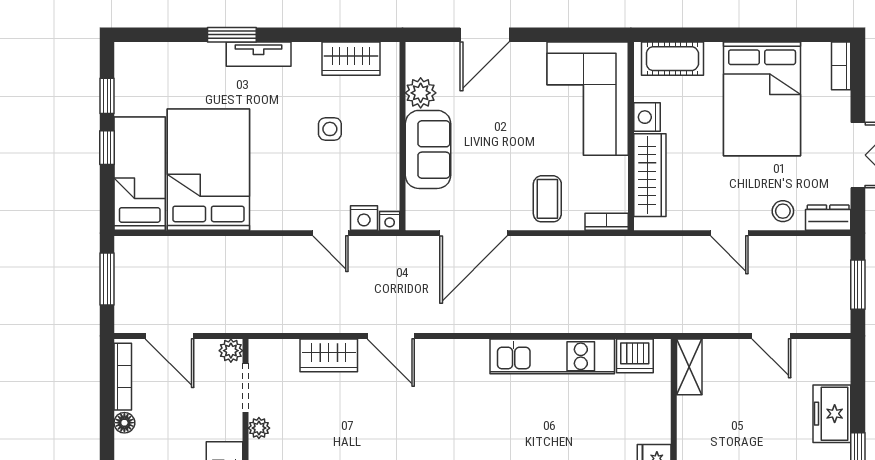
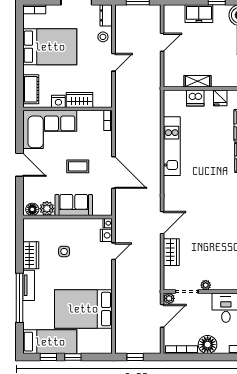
window: (232, 35) -> (19, 298), width x2.11
door: (485, 35) -> (19, 165), moved
wardrobe: (351, 59) -> (31, 255), moved
floor lamp: (419, 62) -> (32, 209), added
bed: (140, 174) -> (50, 342), moved, turned 180
wardrobe: (650, 175) -> (79, 100), width x0.67
coffee table: (547, 199) -> (78, 166), moved
door: (474, 233) -> (113, 172), moved
window: (107, 279) -> (135, 357), width x0.67
door: (170, 336) -> (162, 316), moved
dishwasher: (635, 356) -> (195, 98), moved, turned 90
shelving: (689, 367) -> (198, 81), moved
floor lamp: (124, 423) -> (208, 345), width x1.89, depth x1.89

